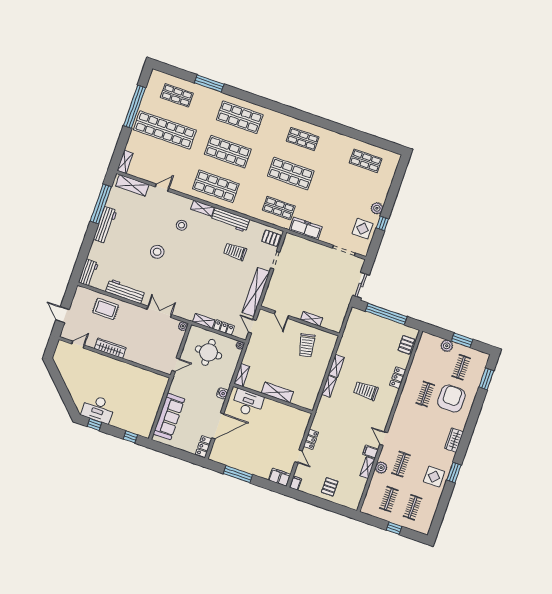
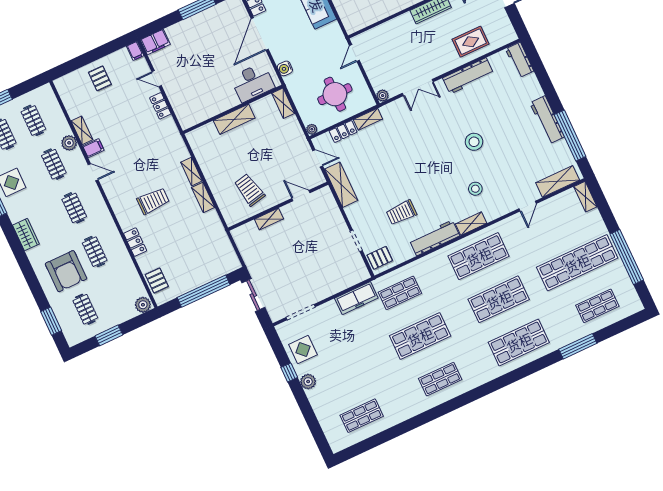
trolley: (235, 252) -> (401, 213), turned 180
shelving: (256, 292) -> (341, 185), width x0.68
plant: (447, 346) -> (143, 305), moved
clothes rail: (413, 429) -> (74, 208), added

